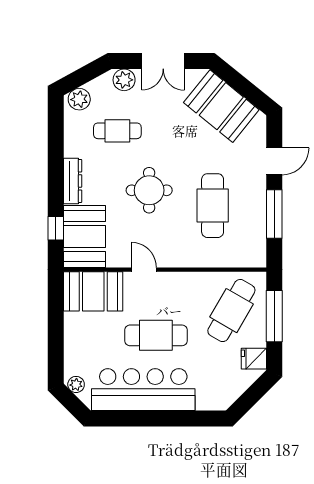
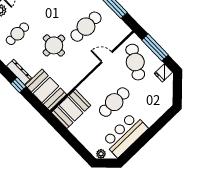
cafe table: (213, 206) -> (86, 27), turned 90
window: (56, 228) -> (18, 85), moved
door: (144, 270) -> (107, 57), moved
bar counter: (143, 390) -> (125, 135), width x0.73

